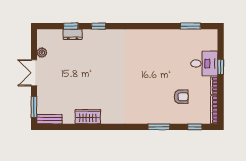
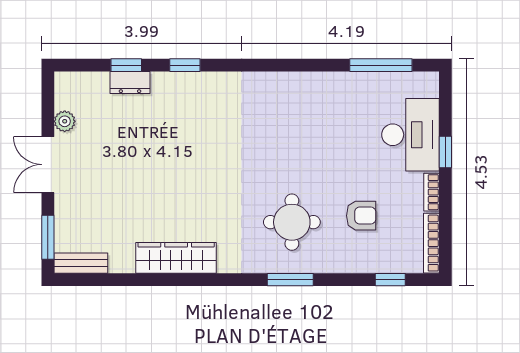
window: (190, 26) -> (381, 65), width x1.44
desk: (204, 63) -> (410, 135), width x1.37
round table: (149, 100) -> (292, 222), added
wardrobe: (88, 117) -> (176, 258), width x1.50
window: (159, 127) -> (290, 280), moved

